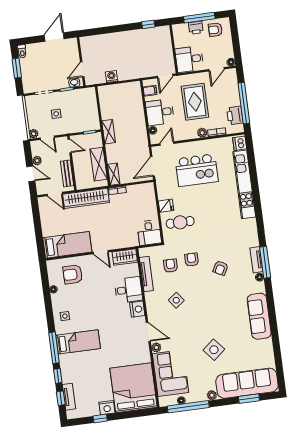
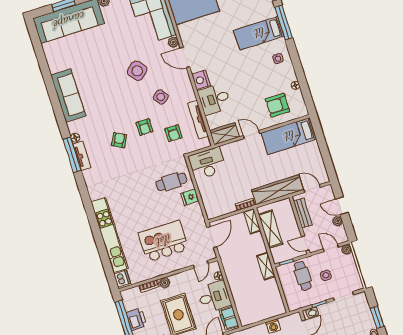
filing cabinet: (150, 91) -> (229, 318), width x2.00
printer: (235, 115) -> (136, 319), moved
cafe table: (77, 117) -> (303, 276), added
desk: (149, 233) -> (207, 164), width x1.37
armchair: (192, 260) -> (144, 127), moved
armchair: (73, 274) -> (277, 105), turned 180
side table: (214, 350) -> (137, 71), moved

